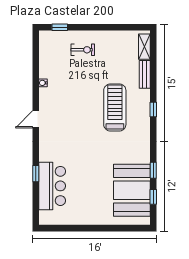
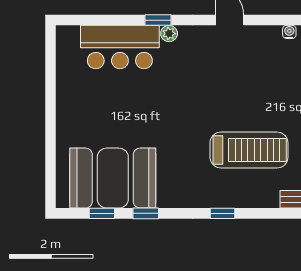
window: (153, 110) -> (222, 213), moved
plant: (44, 156) -> (169, 34), added
window: (36, 174) -> (158, 20), moved

